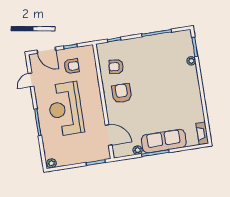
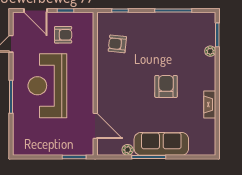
armchair: (122, 93) -> (166, 86), moved
fireplace: (202, 133) -> (210, 104), moved
plant: (51, 163) -> (20, 150), removed

